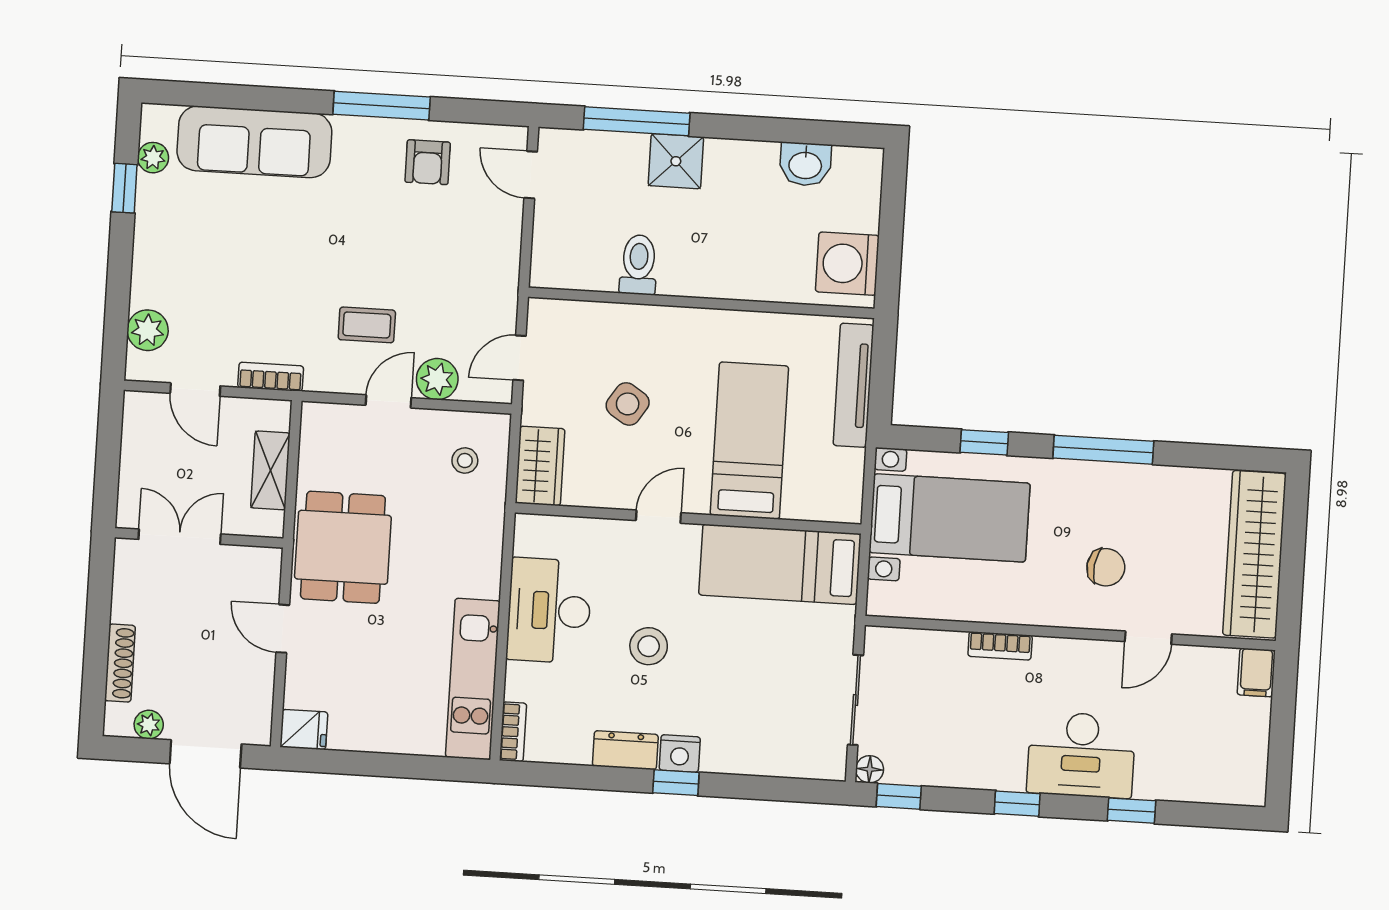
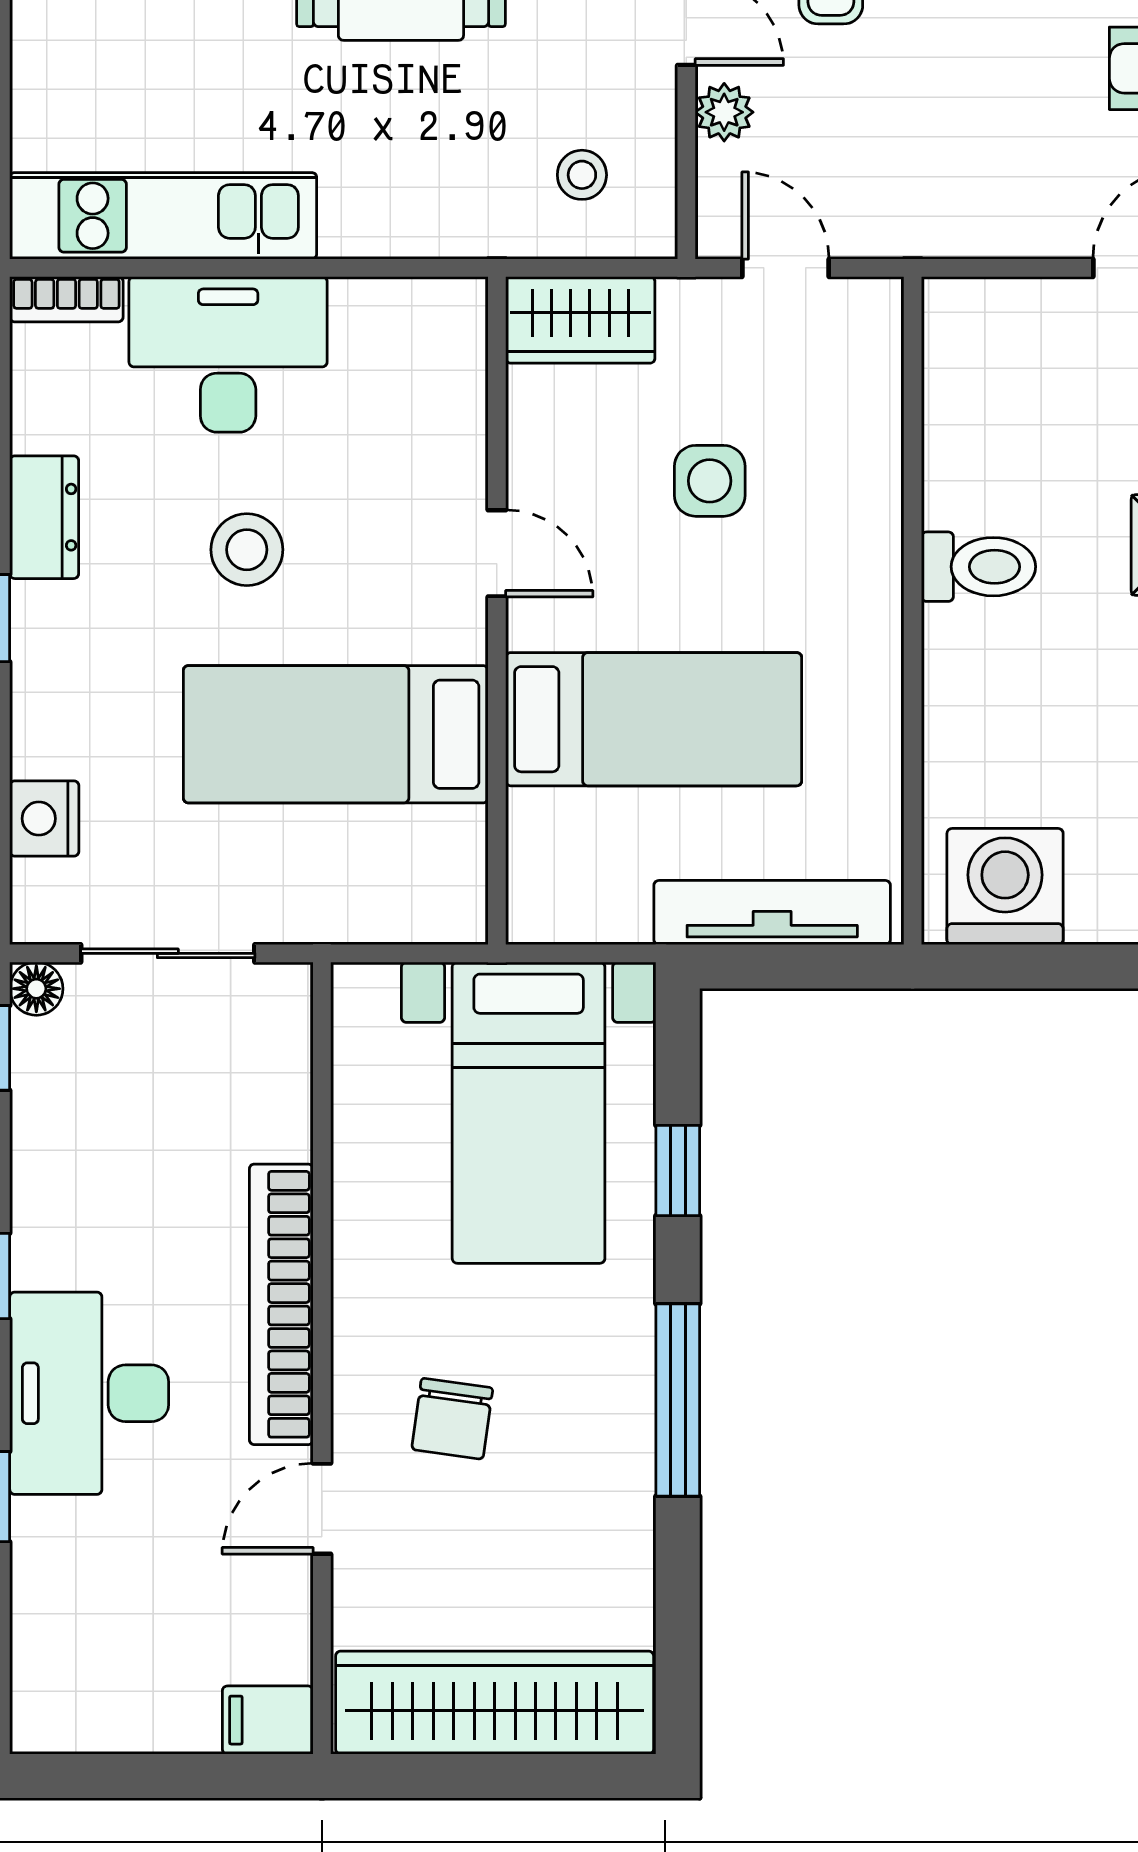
toilet: (639, 265) -> (978, 567), moved
plant: (437, 379) -> (724, 112), width x0.73, depth x0.73
side table: (628, 404) -> (710, 481), turned -33
bed: (780, 564) -> (336, 734), moved, turned -90
desk: (549, 611) -> (228, 354), moved
door: (1148, 638) -> (322, 1509), hinge flipped
bookcase: (1000, 646) -> (281, 1304), width x2.31, depth x1.31
nightstand: (680, 754) -> (44, 819), moved

